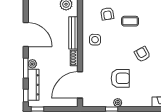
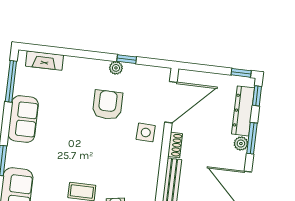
side table: (95, 40) -> (146, 132), moved
armchair: (142, 54) -> (69, 138), removed
armchair: (120, 78) -> (107, 105), turned 90

